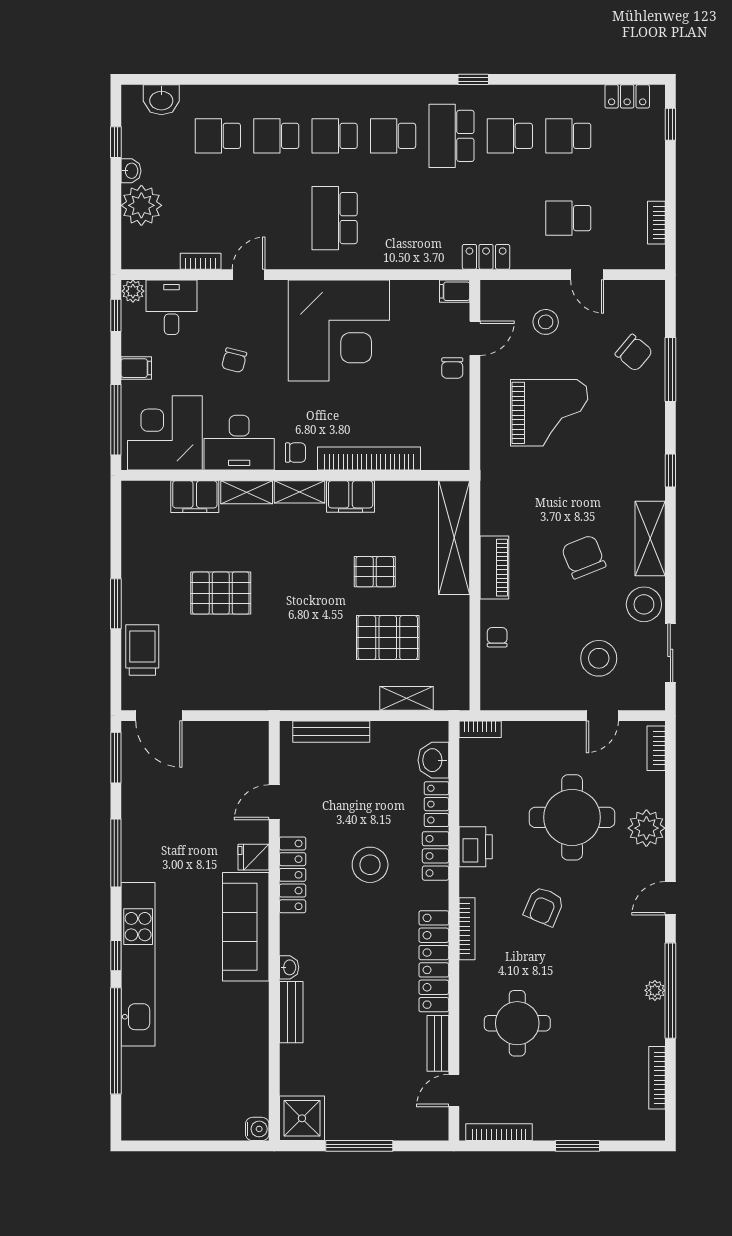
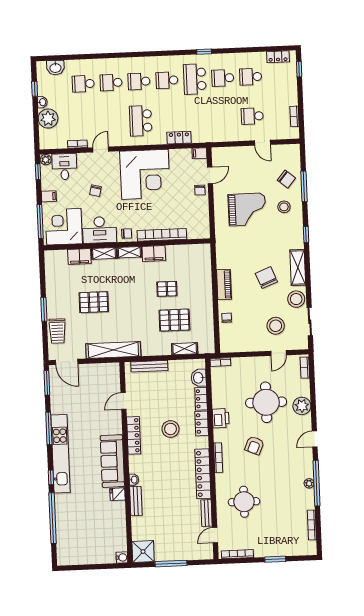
locker: (486, 257) -> (179, 138), moved
stool: (546, 322) -> (284, 207), moved
shelving: (454, 538) -> (113, 350), moved, turned 90
trolley: (142, 650) -> (57, 331), turned 180
fridge: (254, 857) -> (117, 494), moved
kitchen unit: (138, 964) -> (60, 454), moved

